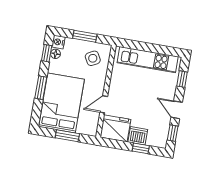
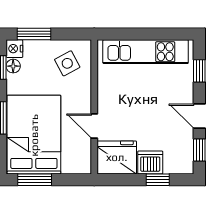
window: (85, 36) -> (34, 34), moved
door: (104, 104) -> (94, 126), hinge flipped
window: (67, 136) -> (35, 180), moved

